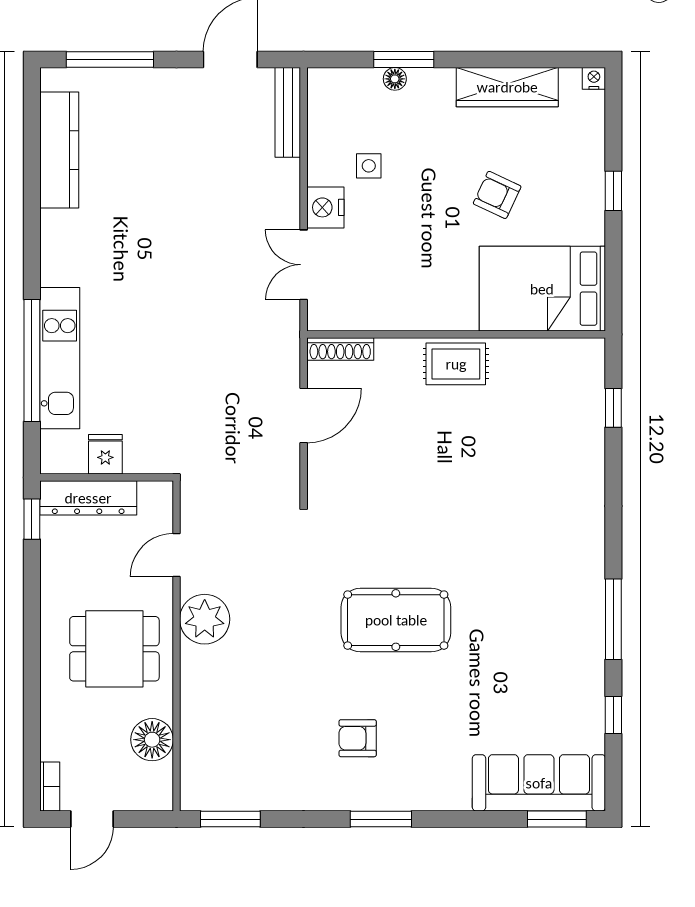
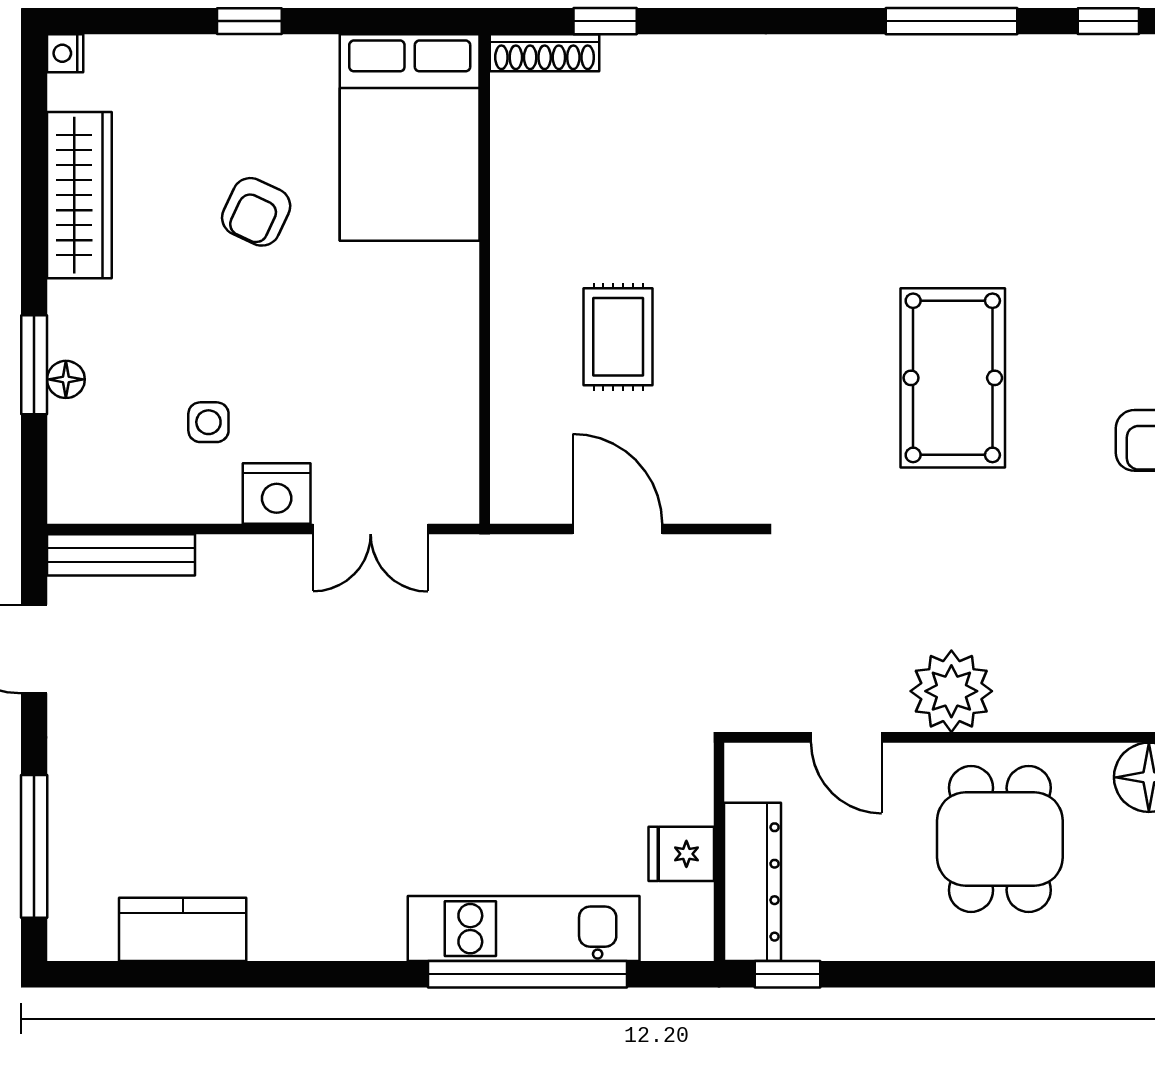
kitchen counter: (59, 150) -> (183, 929), width x0.67
shoe rack: (340, 349) -> (545, 53), moved, turned 90
rug: (456, 364) -> (618, 337), moved

